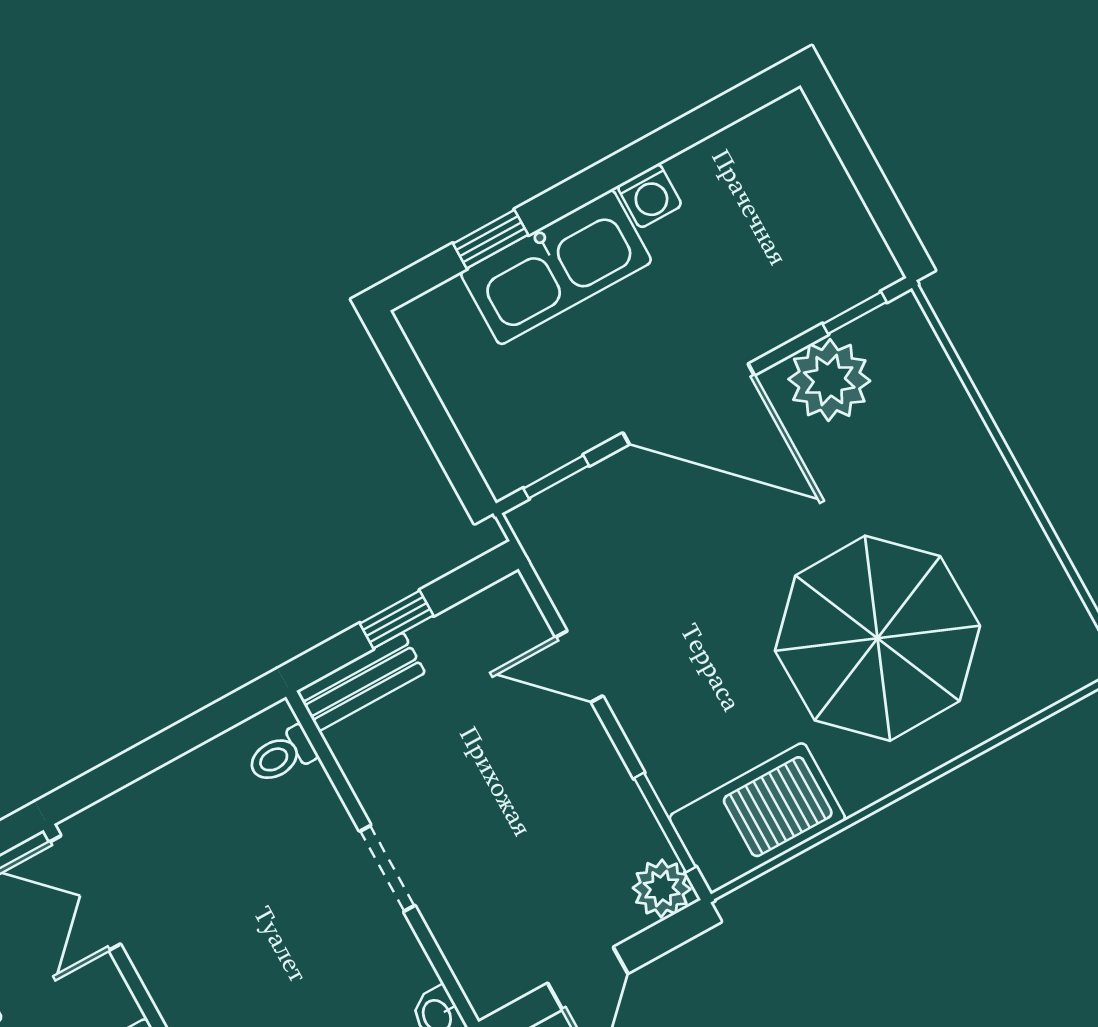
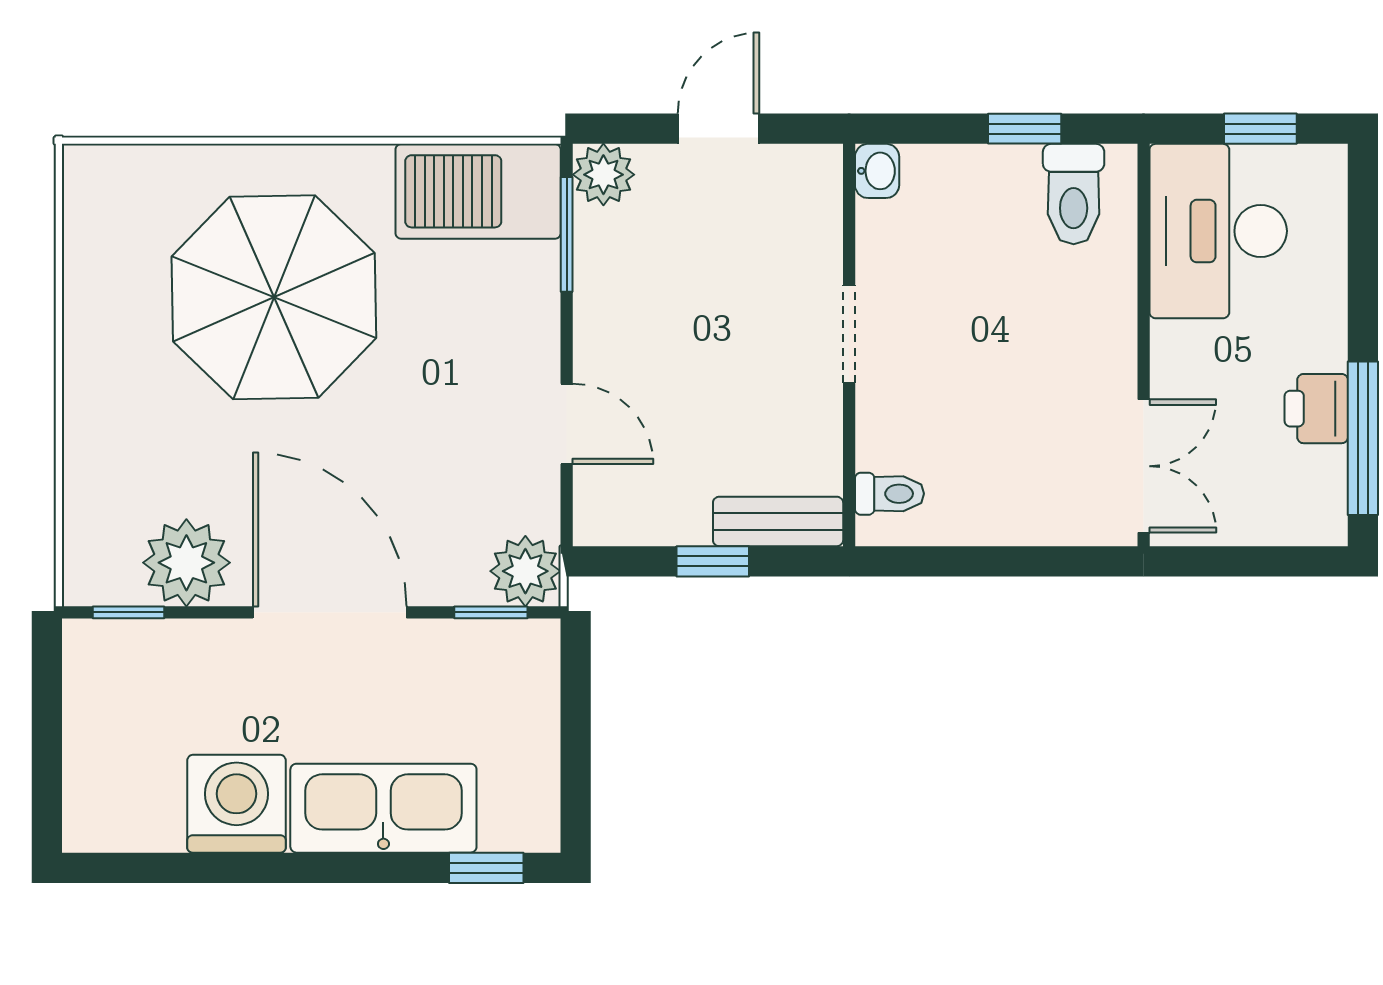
washing machine: (650, 196) -> (237, 804), width x1.89, depth x1.89
window: (491, 239) -> (486, 868), moved
plant: (546, 527) -> (525, 571), added

